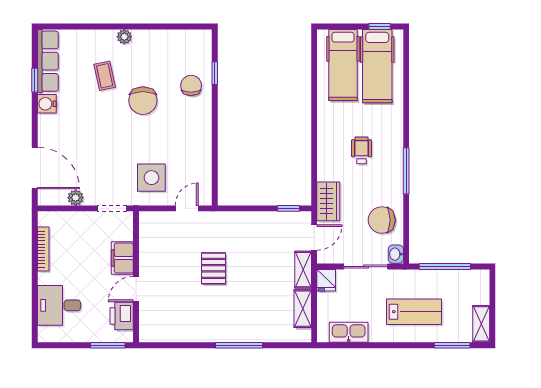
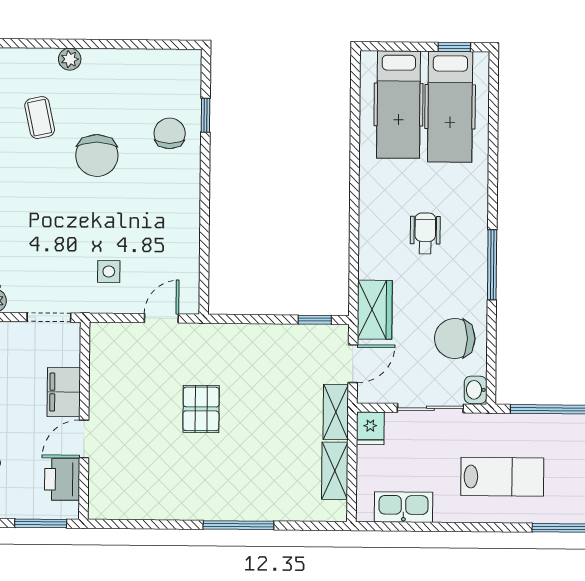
side table: (151, 178) -> (109, 271), width x0.54, depth x0.54

